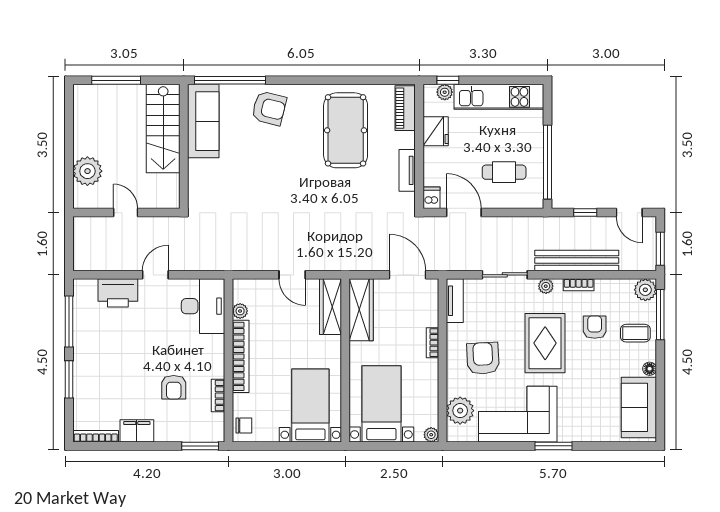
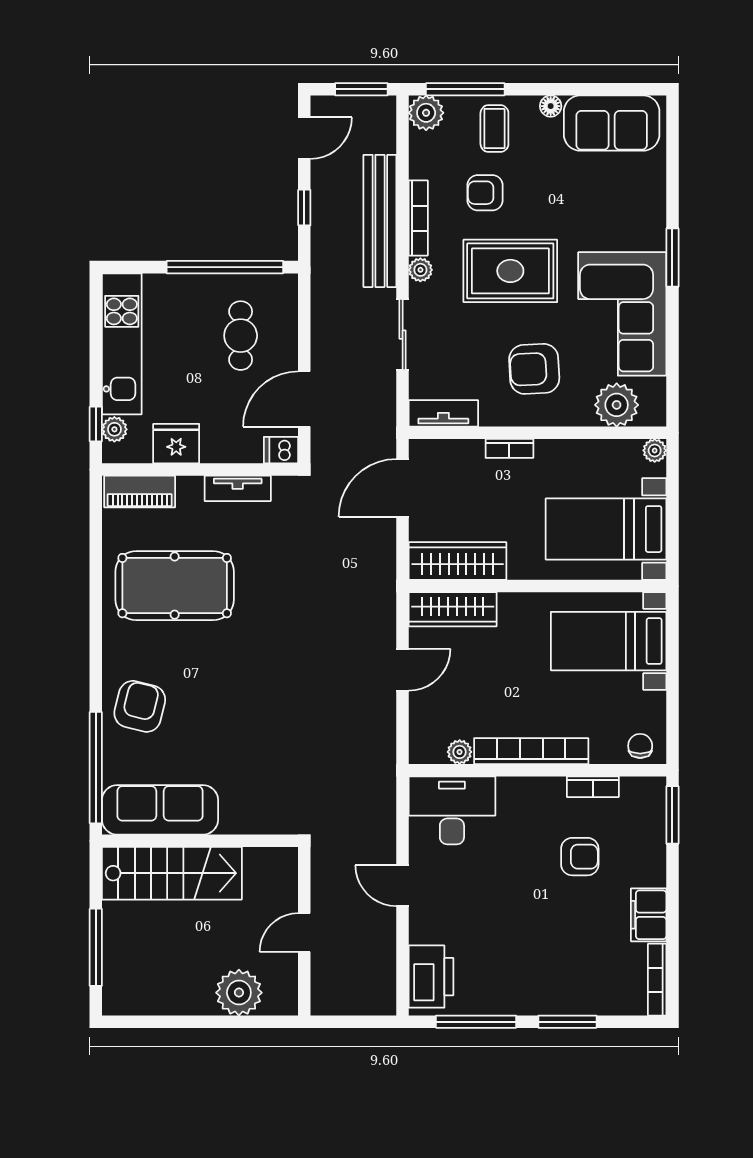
bookcase: (579, 285) -> (418, 218), width x1.56
printer: (118, 293) -> (431, 977), moved

